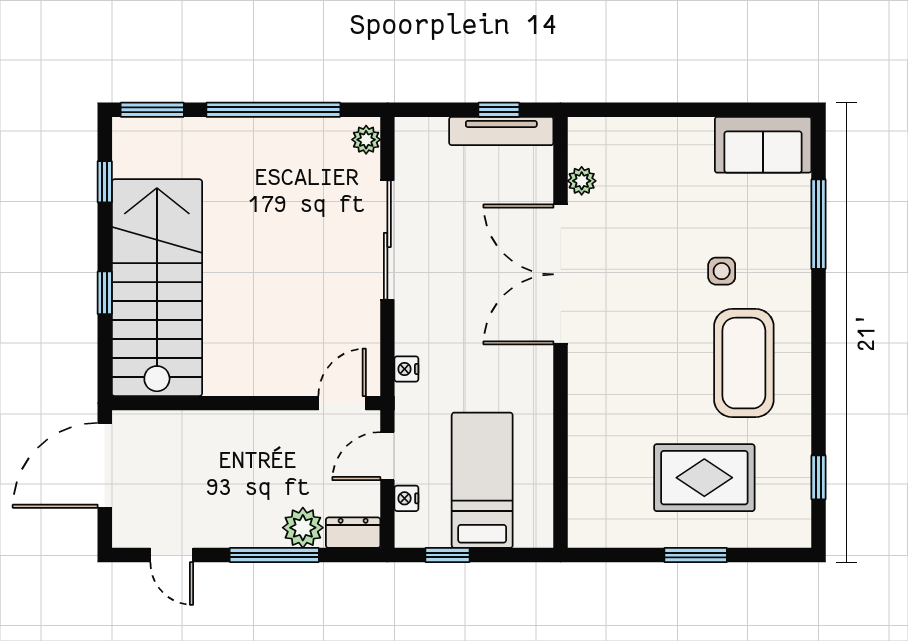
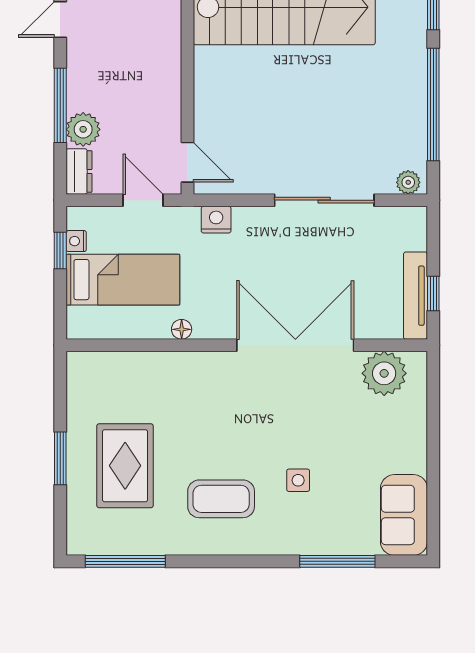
plant: (582, 181) -> (384, 373), width x1.88, depth x1.88
coffee table: (744, 363) -> (221, 499), width x0.73, depth x0.76
nightstand: (406, 369) -> (216, 220), width x1.39, depth x1.35
floor lamp: (542, 410) -> (182, 329), added
window: (818, 477) -> (125, 561), width x2.17
nightstand: (406, 498) -> (76, 241), moved, turned -90

